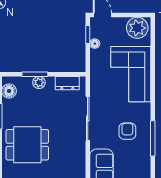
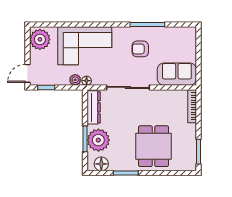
floor lamp: (95, 44) -> (87, 81), moved
plant: (96, 64) -> (75, 80), added
plant: (39, 83) -> (98, 140), width x1.88, depth x1.88
dresser: (67, 83) -> (94, 107), width x1.44

